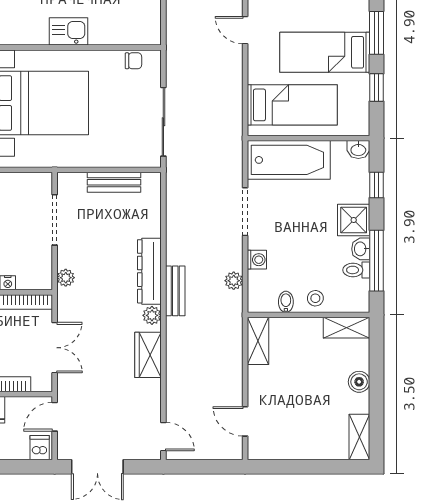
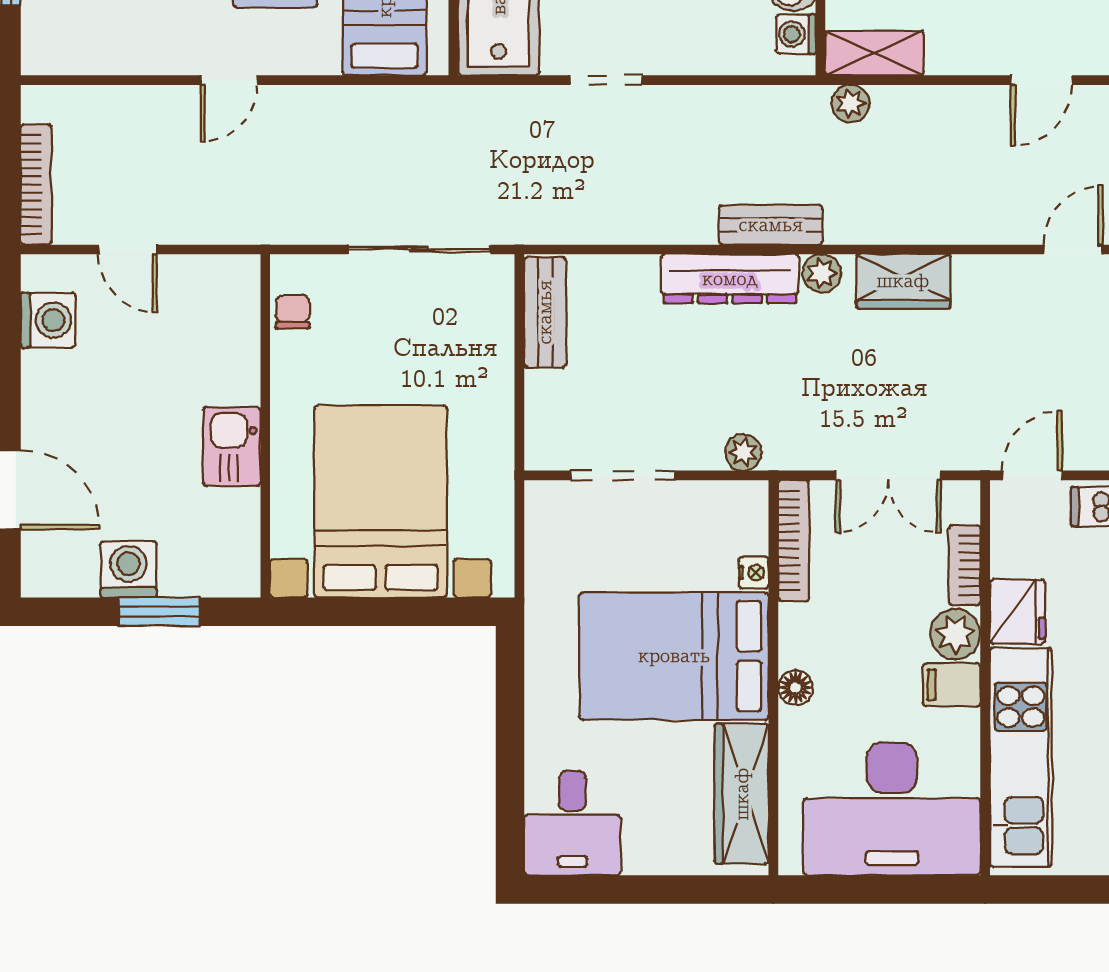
bench: (114, 182) -> (545, 312), moved
doorway: (245, 212) -> (606, 80), width x0.73
washing machine: (257, 260) -> (796, 34), moved, turned -90
plant: (234, 281) -> (850, 104), moved
double door: (55, 348) -> (888, 475), swing flipped
door: (55, 417) -> (1032, 475), swing flipped

